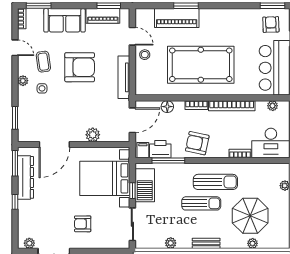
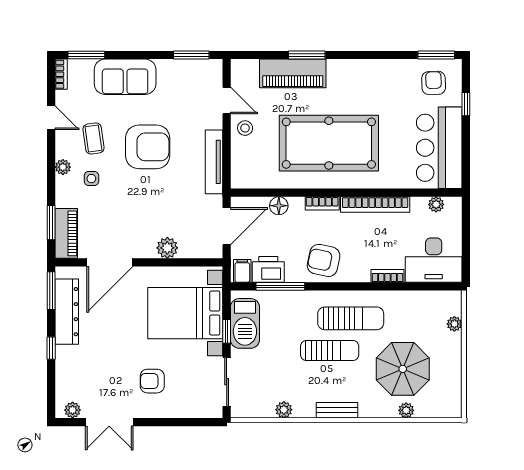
piano: (103, 16) -> (66, 233), moved, turned -90

